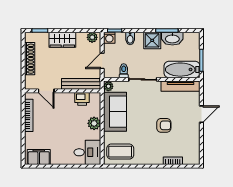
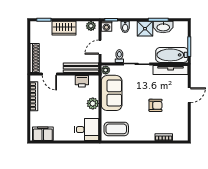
shoe rack: (30, 59) -> (35, 58), moved

